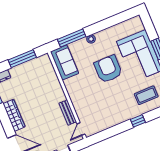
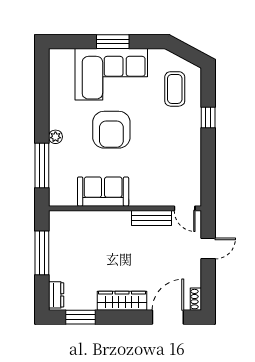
sofa: (64, 63) -> (103, 192), moved
armchair: (108, 69) -> (111, 130), turned -90

